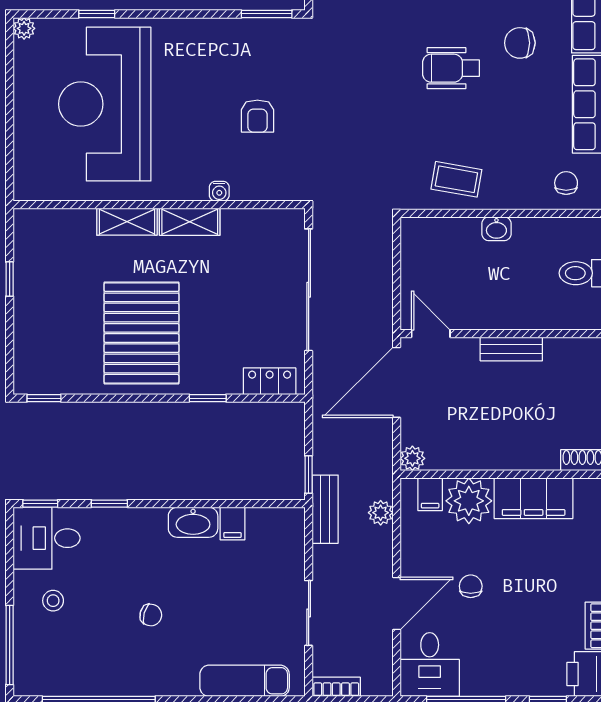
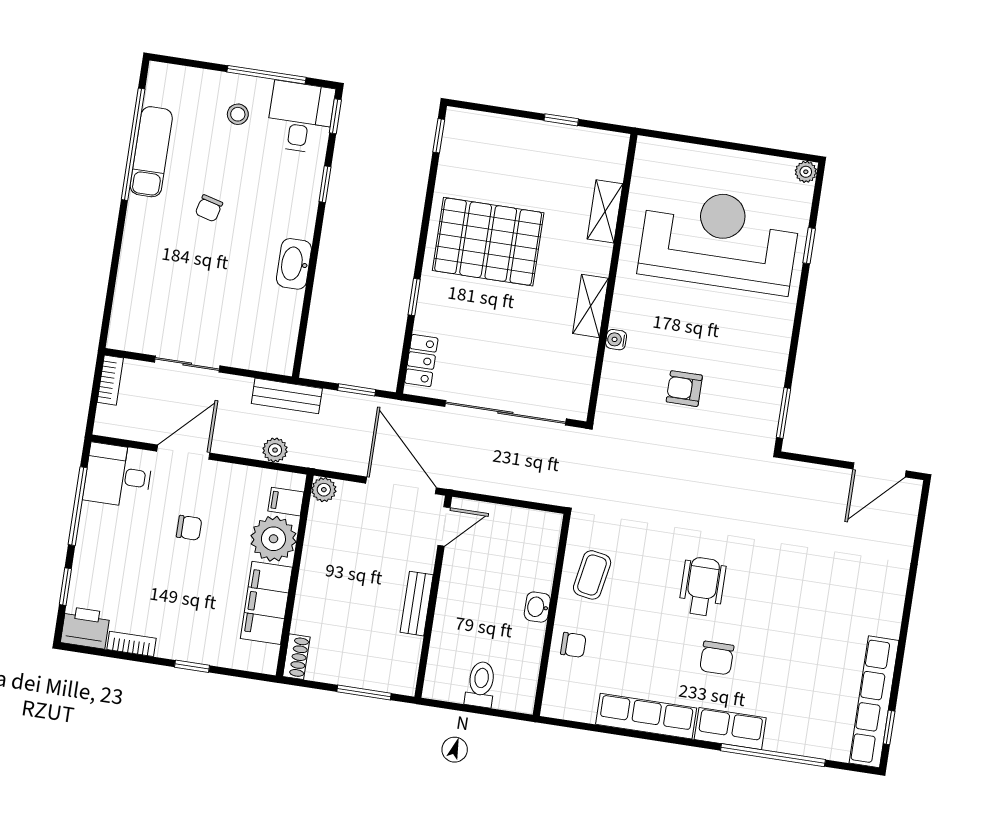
chair: (520, 43) -> (717, 658), turned 180
chair: (566, 183) -> (573, 645), moved
shelving: (127, 222) -> (605, 211), moved
window: (309, 474) -> (357, 390), moved
filing cabinet: (232, 524) -> (287, 303), removed
door: (397, 603) -> (183, 452), swing flipped
window: (10, 645) -> (266, 75), moved
exam couch: (245, 681) -> (151, 152), moved

